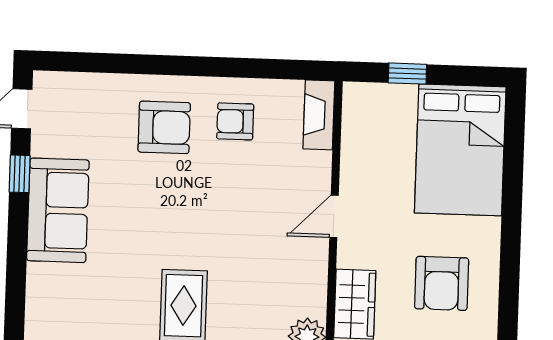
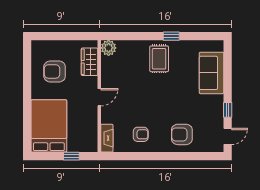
armchair: (164, 127) -> (182, 134), moved
sofa: (58, 210) -> (211, 73), moved
armchair: (442, 283) -> (55, 71), turned -90

